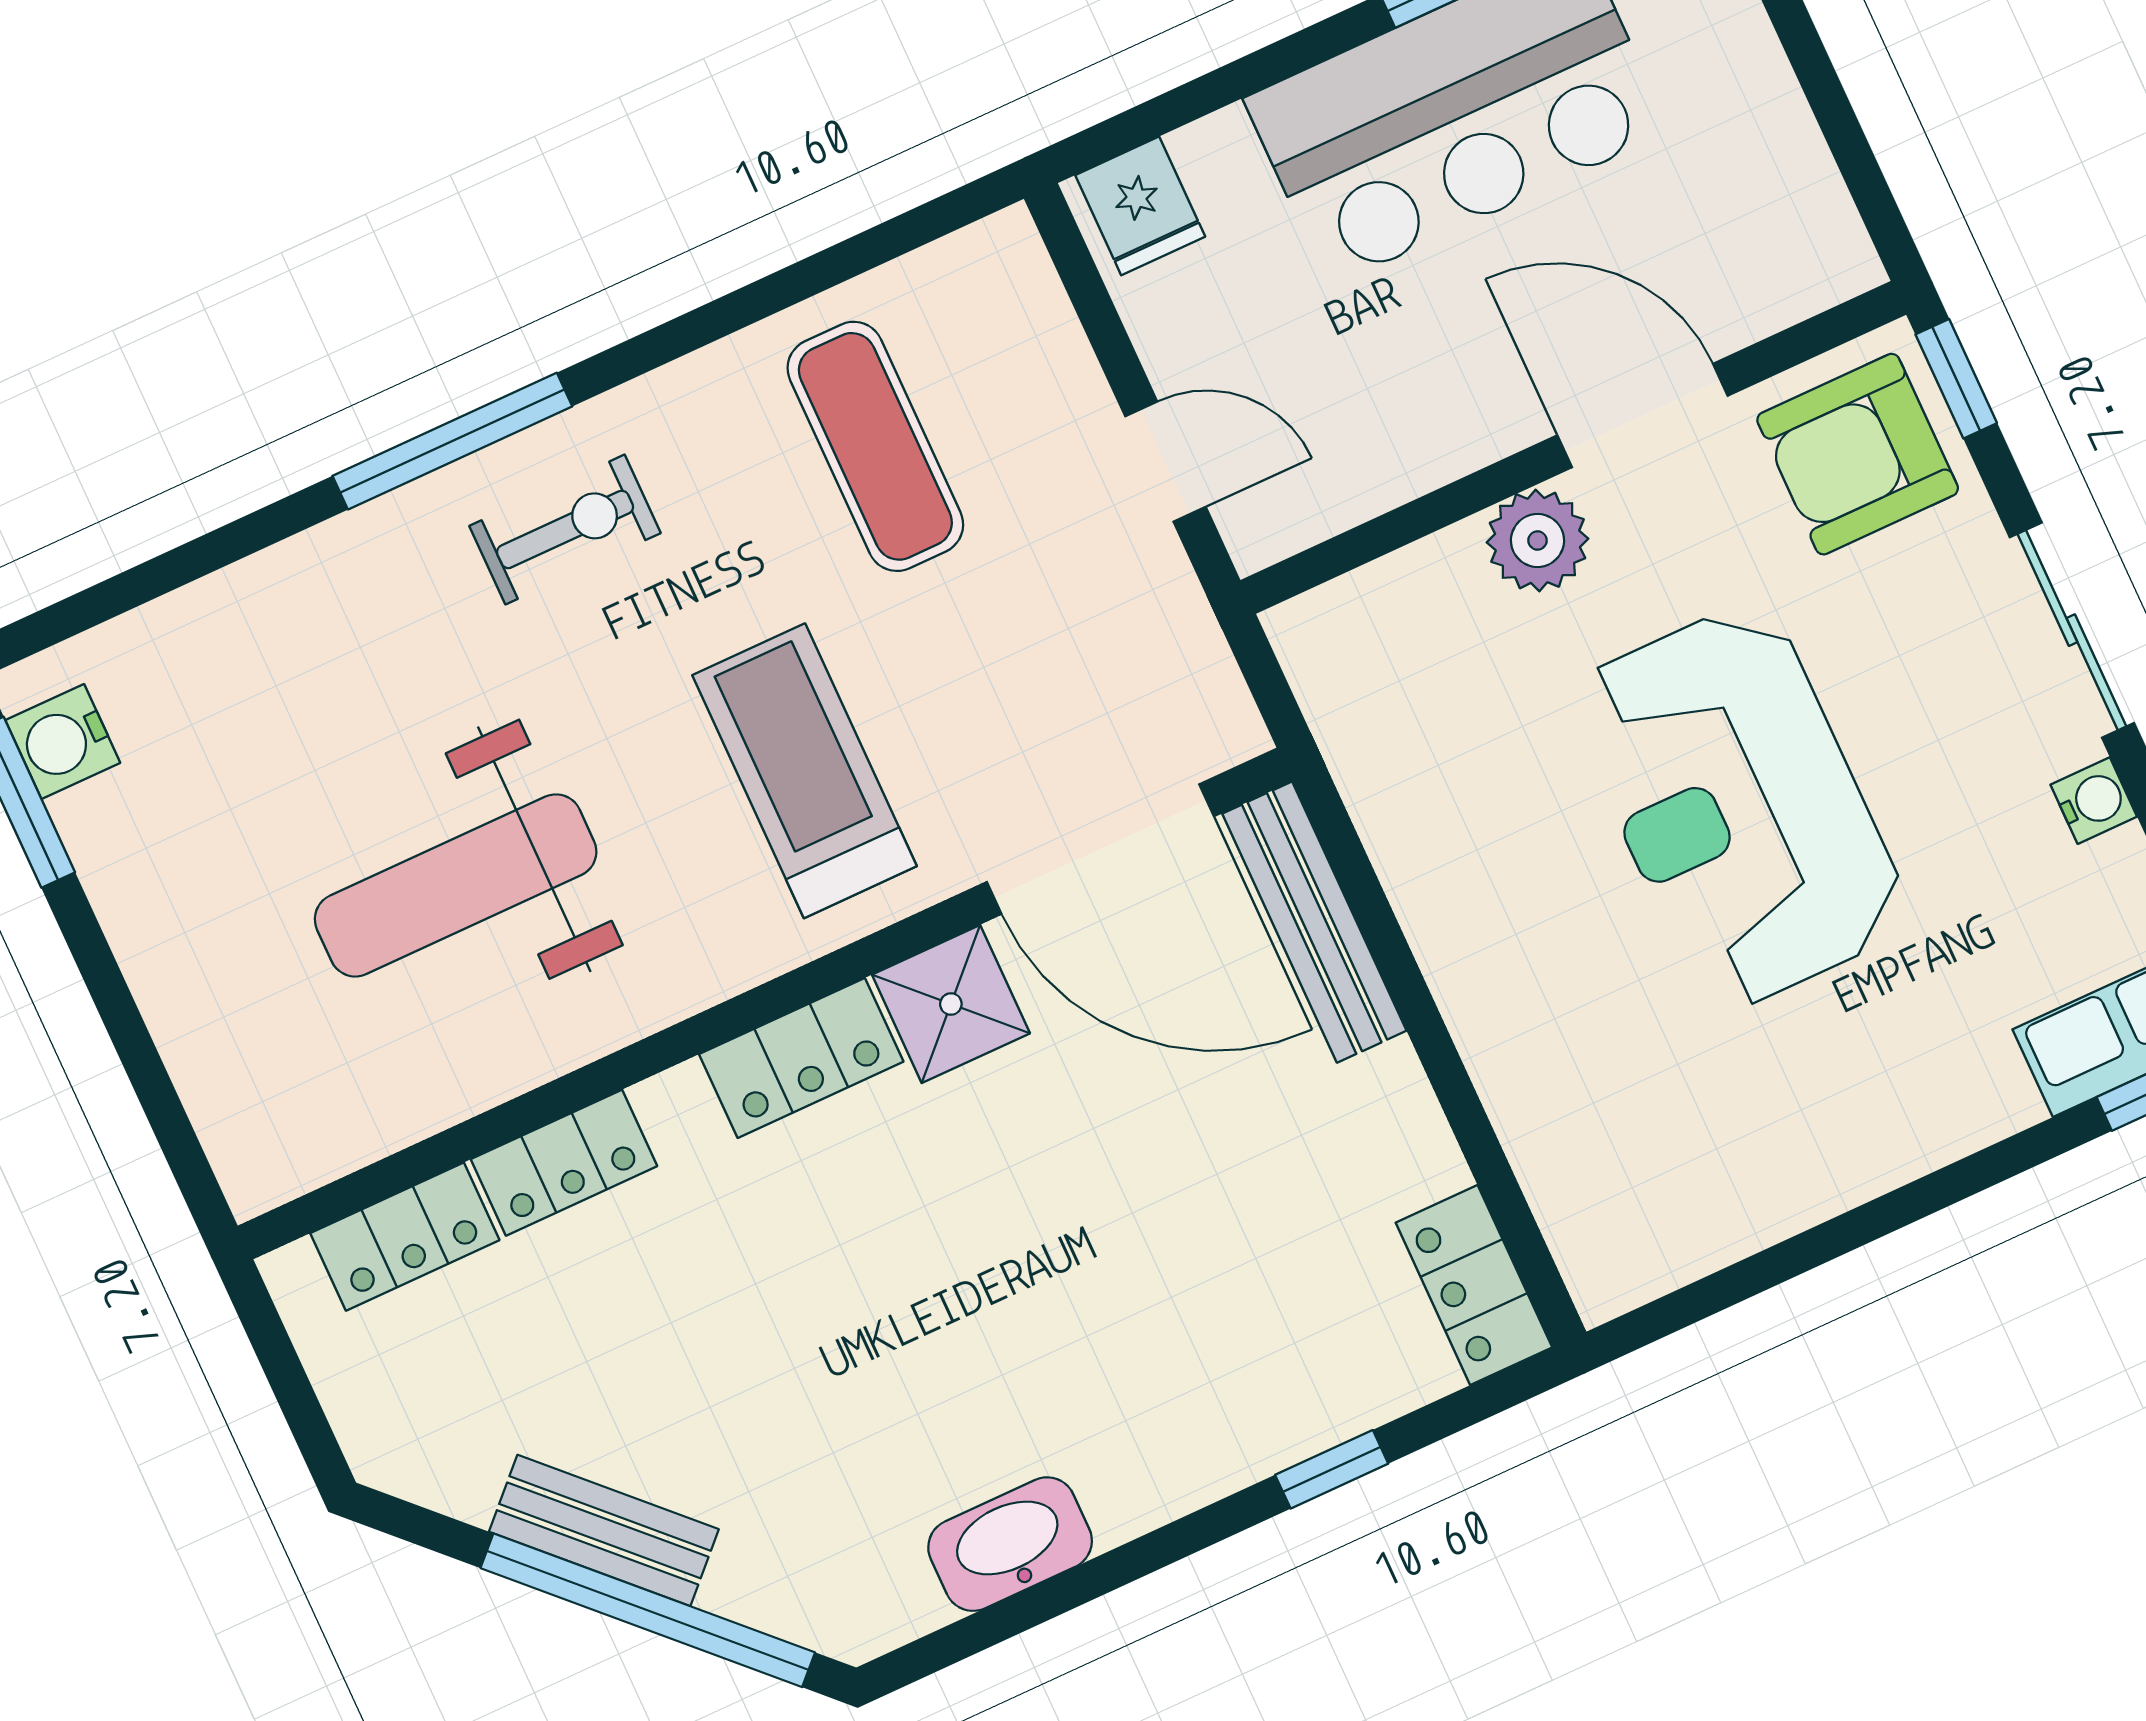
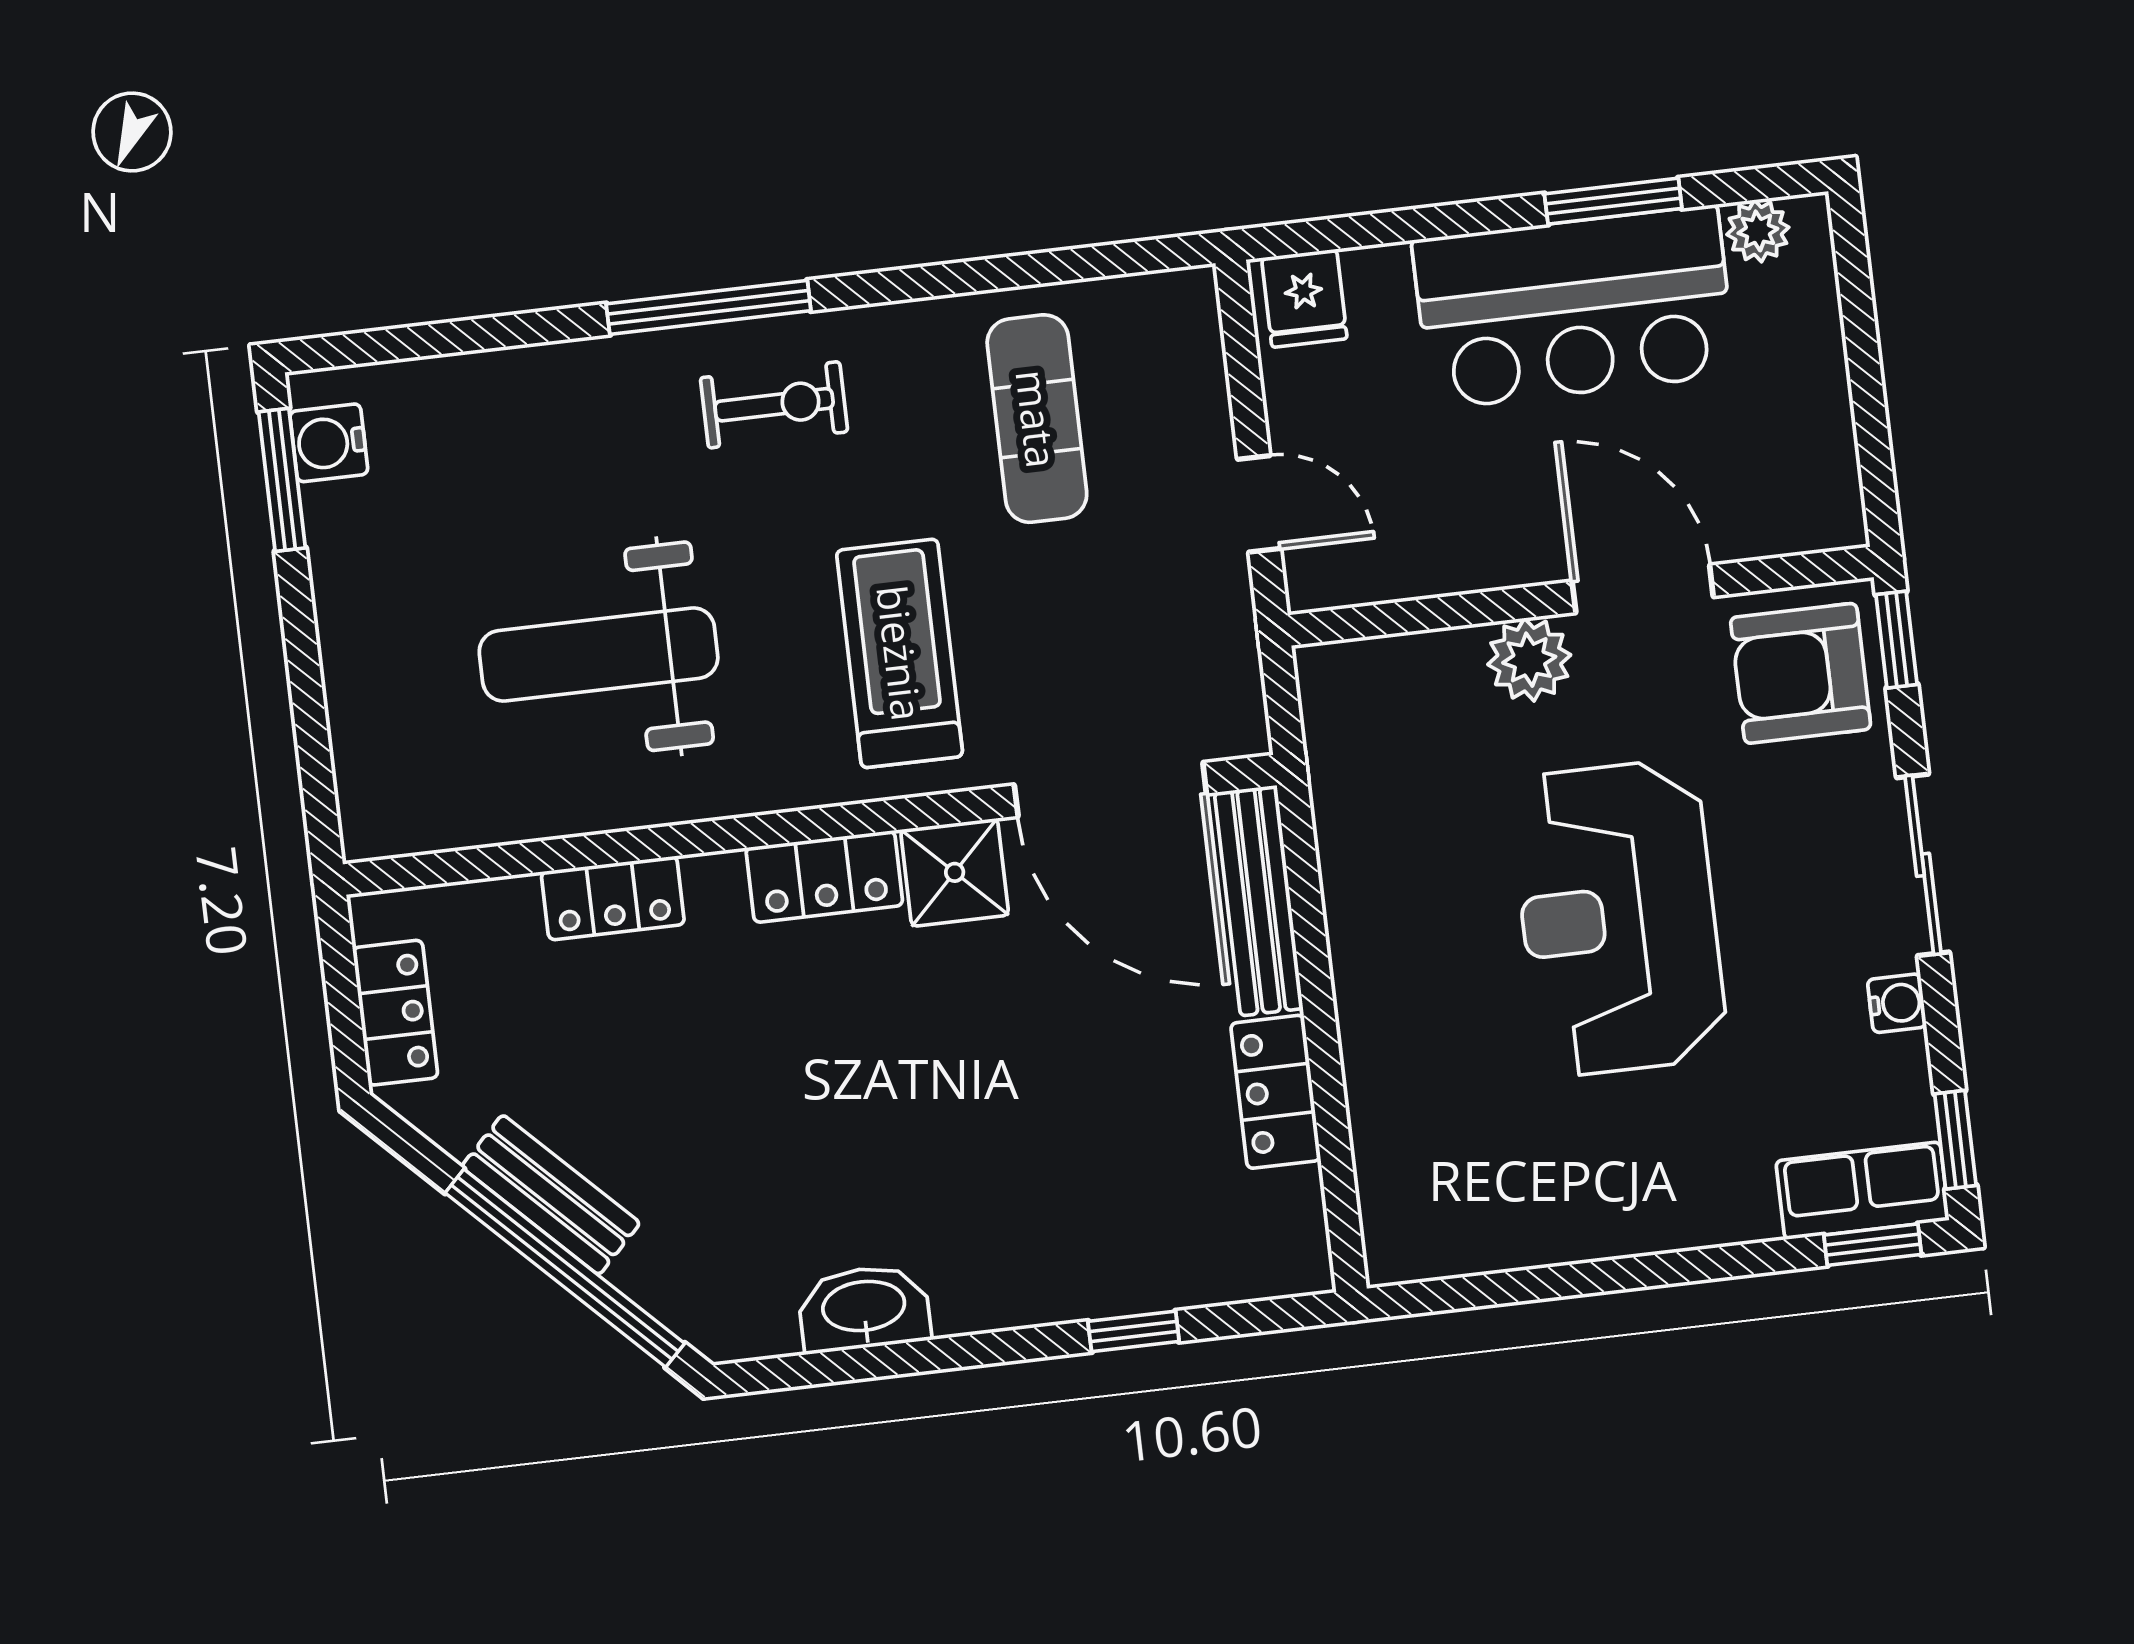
locker: (405, 1237) -> (395, 1013), moved, turned -90
locker: (1474, 1285) -> (1276, 1092), moved

